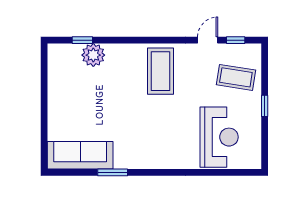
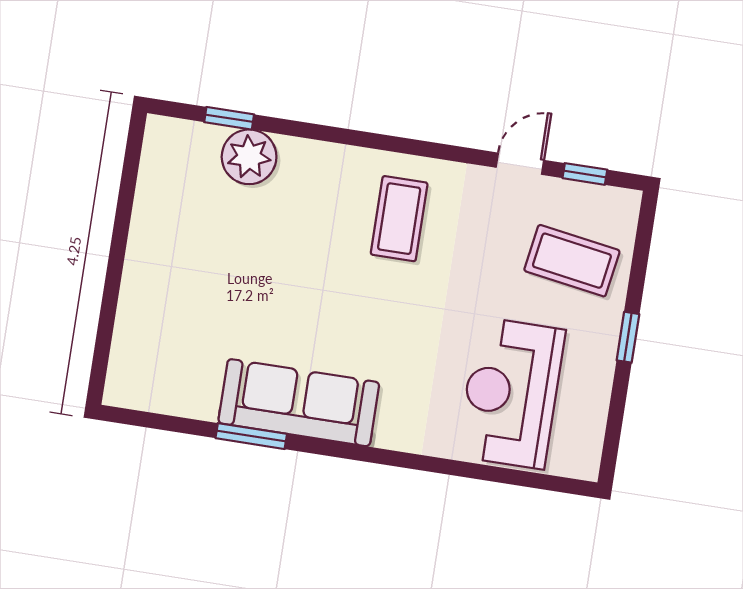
coffee table: (160, 71) -> (399, 219), width x0.73, depth x0.76
reception desk: (219, 137) -> (511, 393), turned 180
sofa: (80, 155) -> (299, 403), moved

